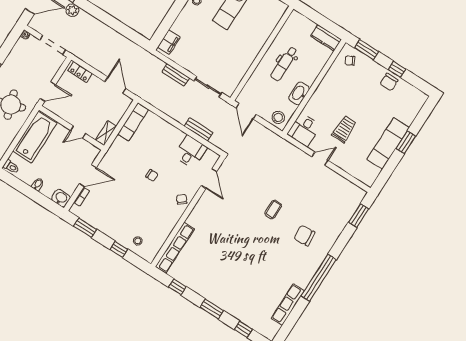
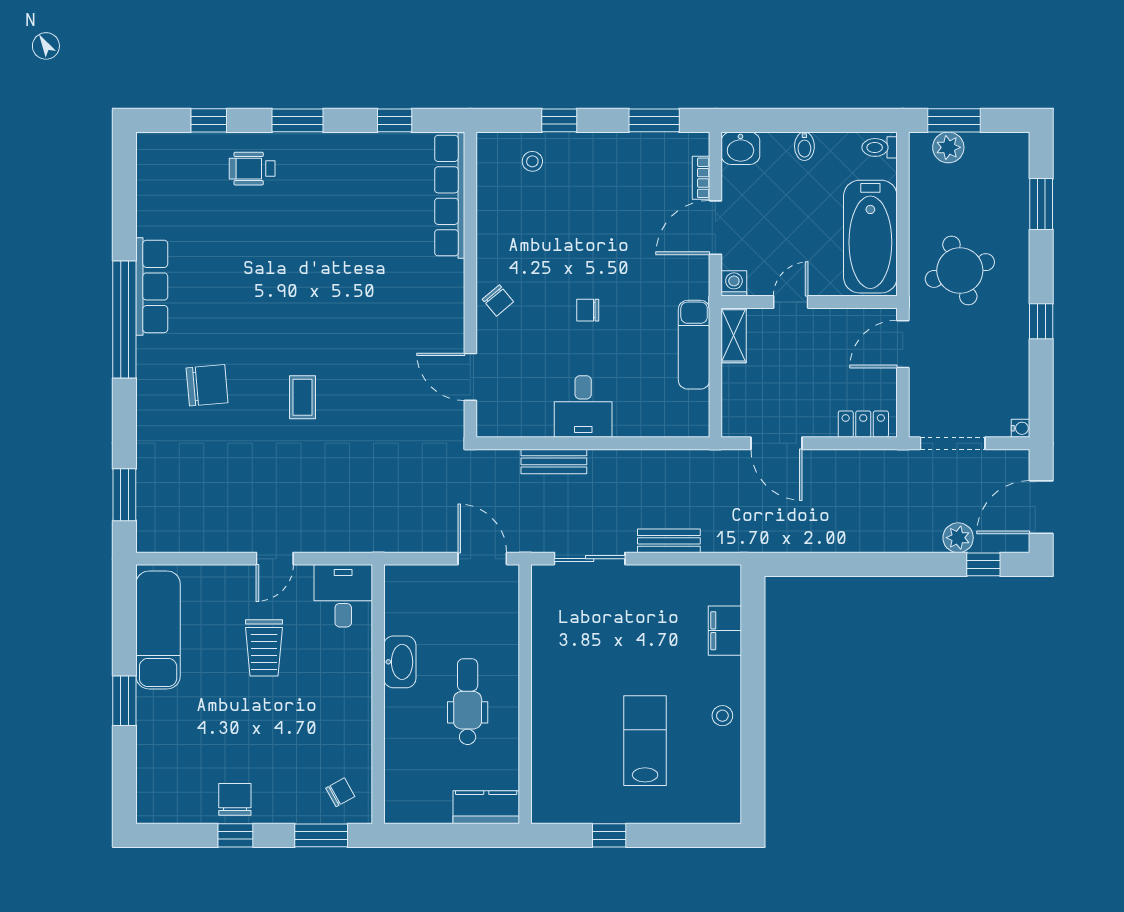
kitchen counter: (326, 38) -> (486, 807), moved
filing cabinet: (169, 42) -> (725, 631), moved
stool: (278, 117) -> (410, 587), removed
exam couch: (133, 122) -> (694, 345), moved
exam couch: (388, 143) -> (158, 630), moved
washing machine: (94, 152) -> (734, 283), added
desk: (191, 152) -> (583, 407), moved
wheelchair: (239, 302) -> (252, 169), added
row of seats: (288, 305) -> (152, 286), moved

